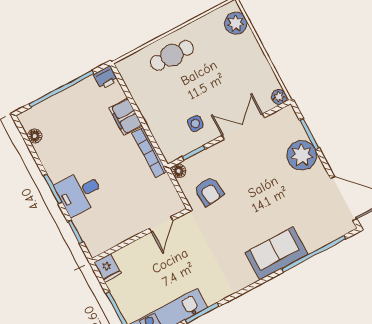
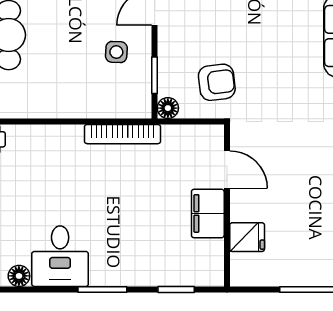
filing cabinet: (126, 117) -> (208, 213), moved, turned 90
desk: (79, 193) -> (60, 256), moved
fridge: (108, 268) -> (247, 237), moved

